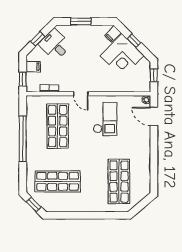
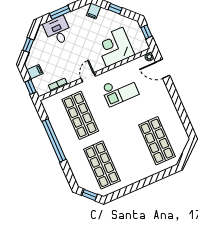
desk: (55, 45) -> (58, 31), moved, turned 45
corner desk: (122, 56) -> (115, 47), moved, turned 135
door: (81, 94) -> (88, 77), swing flipped
checkout: (105, 119) -> (120, 90), turned 90
shop shelf: (58, 181) -> (102, 165), turned 90

